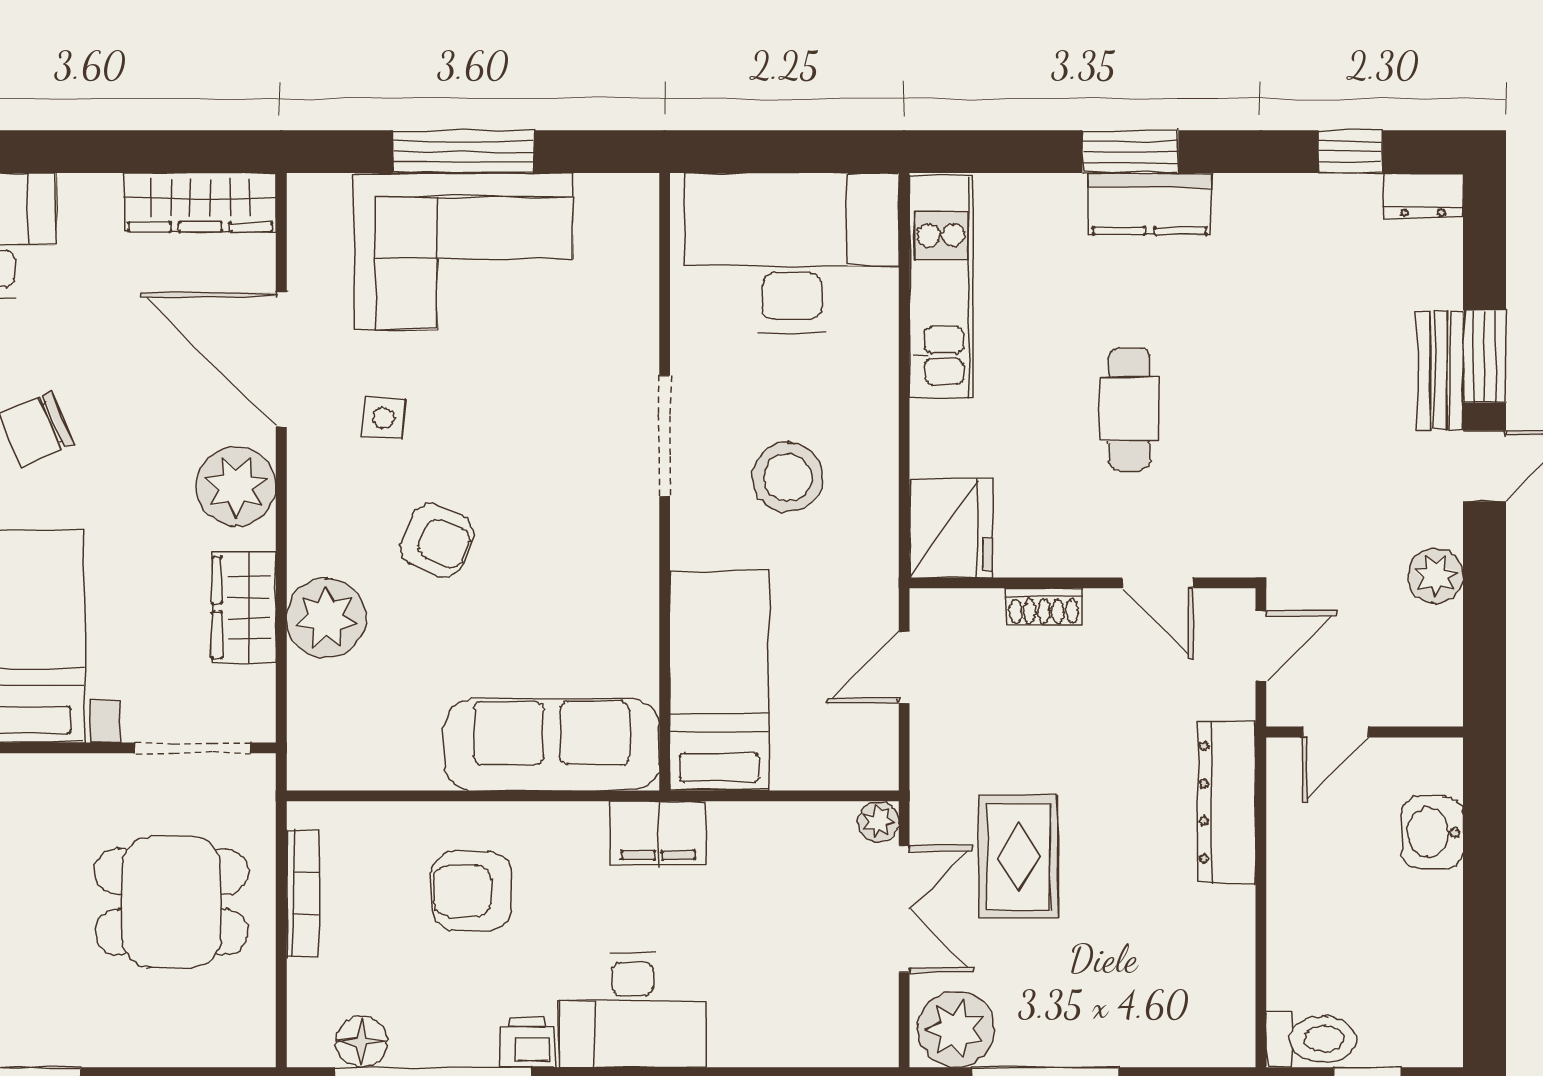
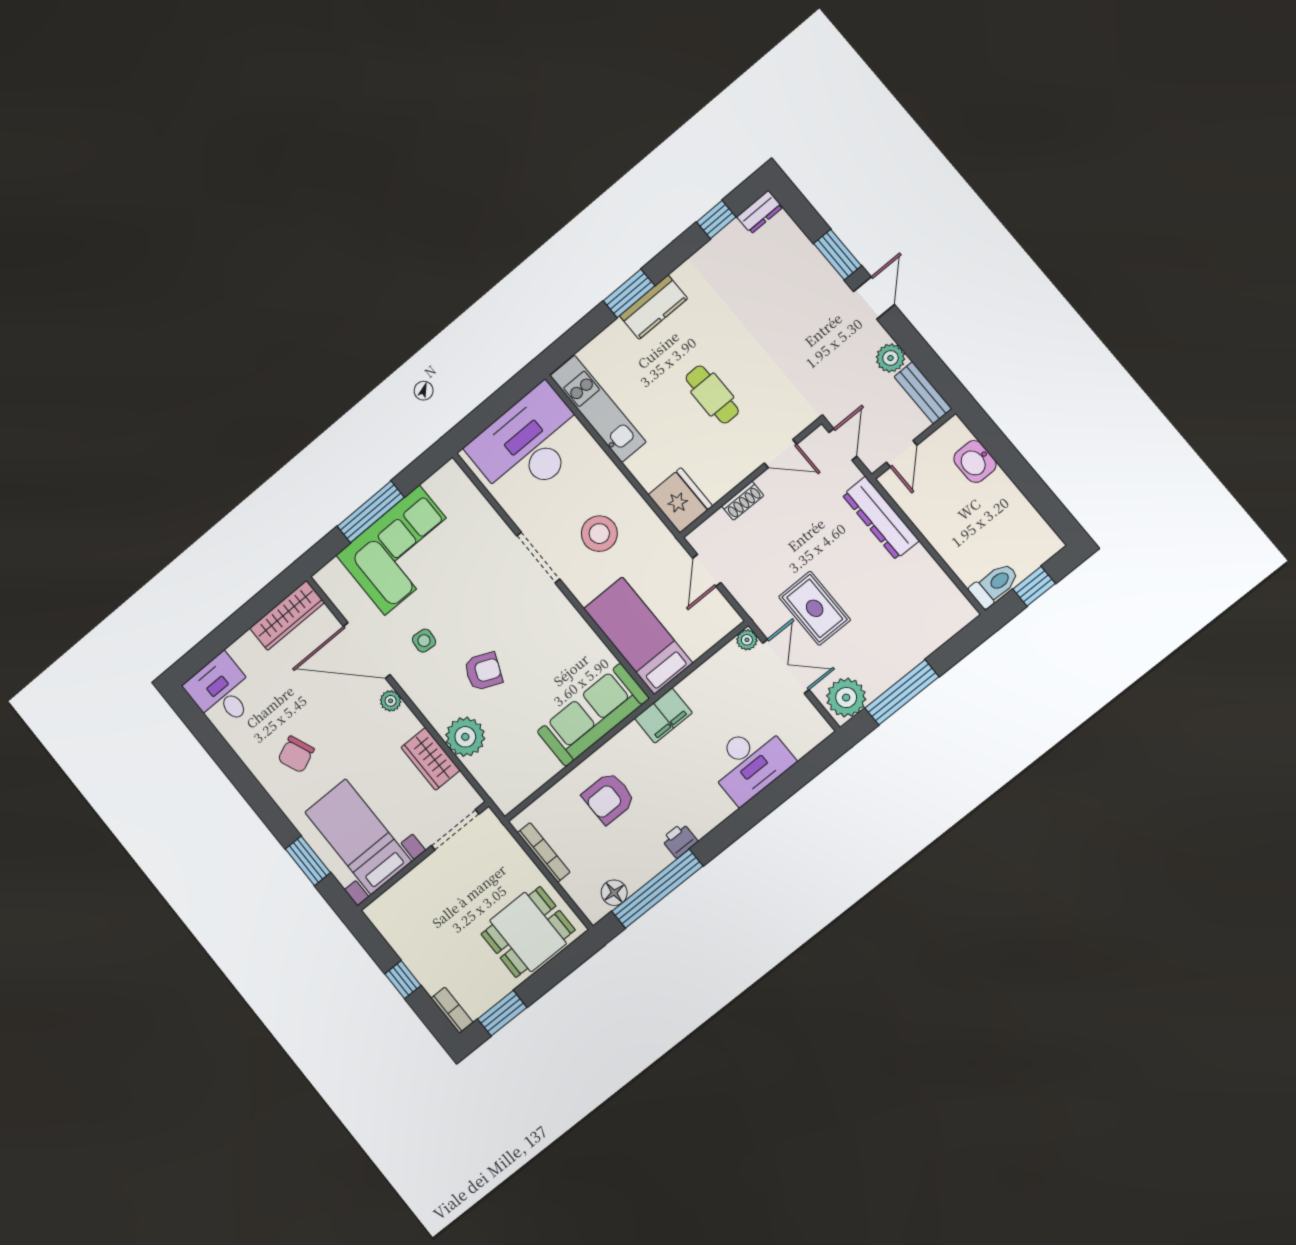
bench: (1440, 371) -> (923, 393), moved
plant: (236, 486) -> (391, 701), width x0.53, depth x0.53
dining table: (171, 902) -> (528, 932), moved
desk: (633, 1010) -> (750, 762), moved

